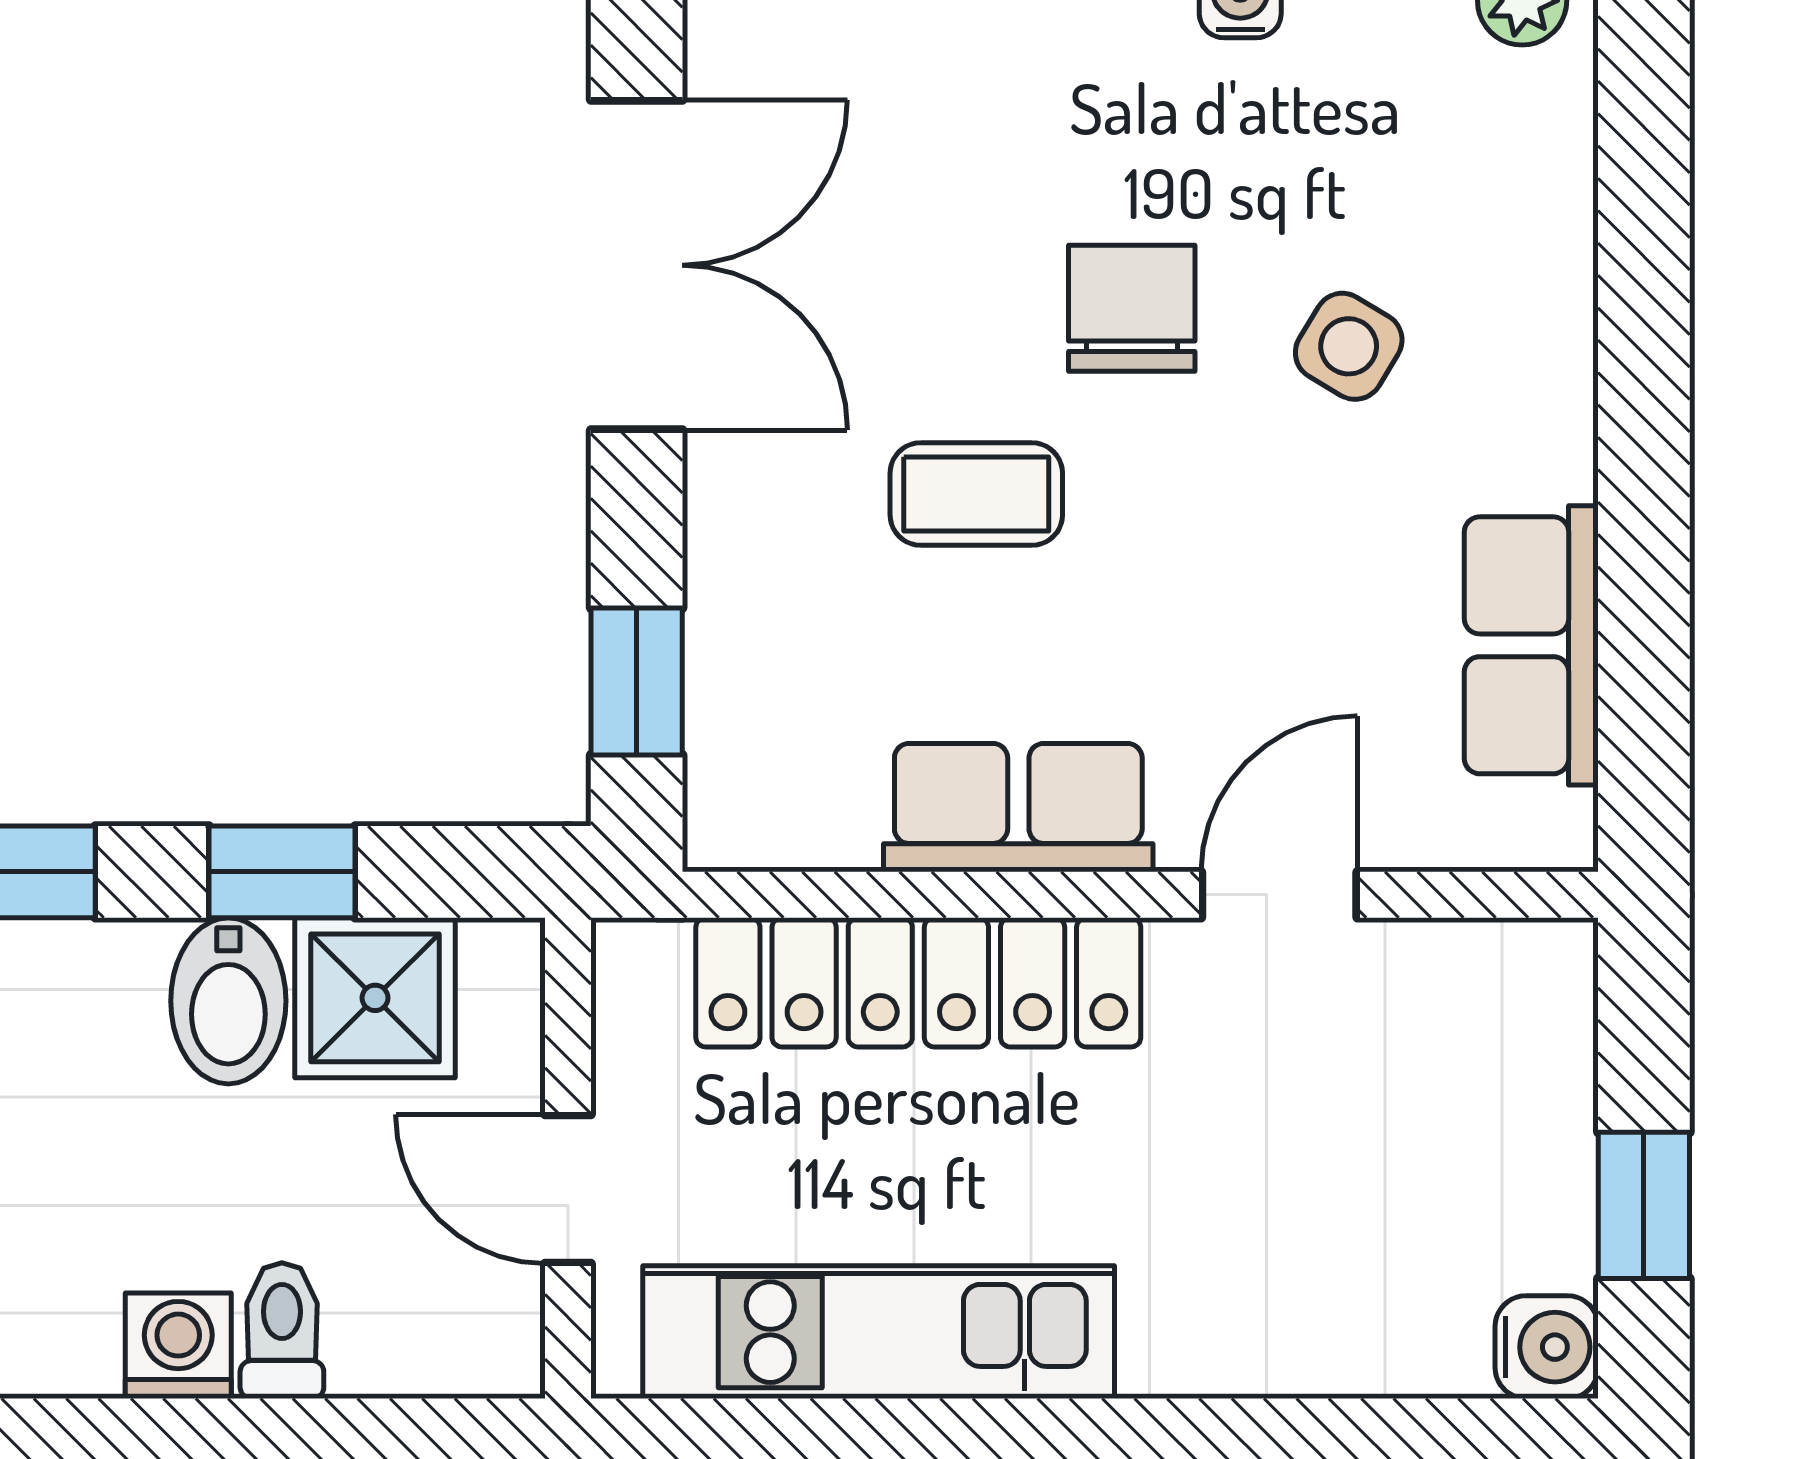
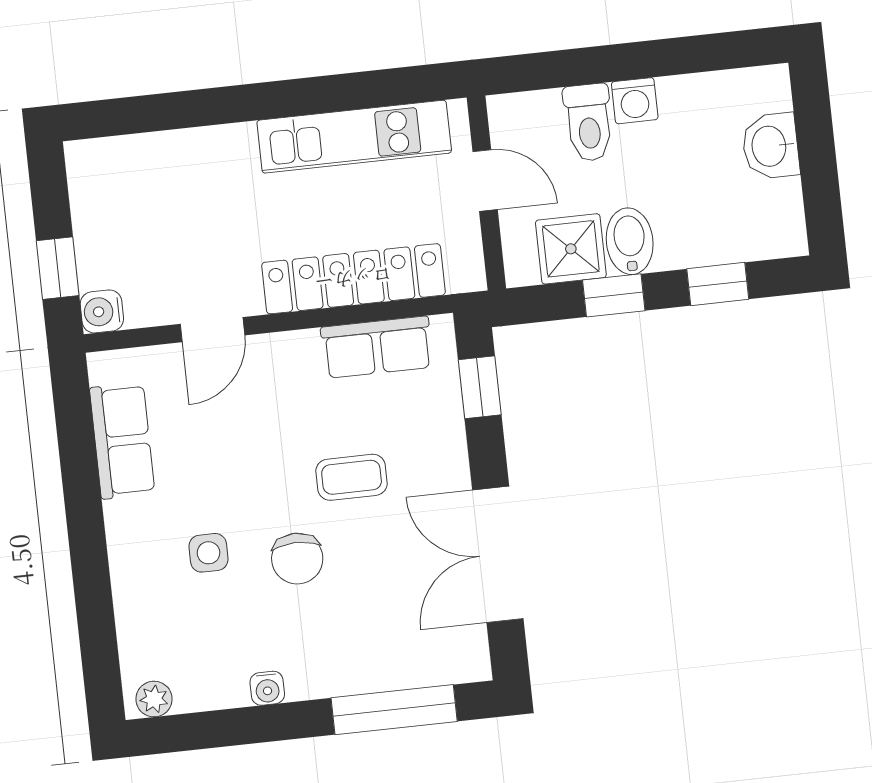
side table: (1349, 346) -> (209, 553), turned -31
row of seats: (1018, 808) -> (377, 347), moved
window: (1644, 1205) -> (58, 268), moved
toilet: (282, 1331) -> (589, 122), width x1.37, depth x1.39
water cooler: (1547, 1347) -> (102, 311), moved

